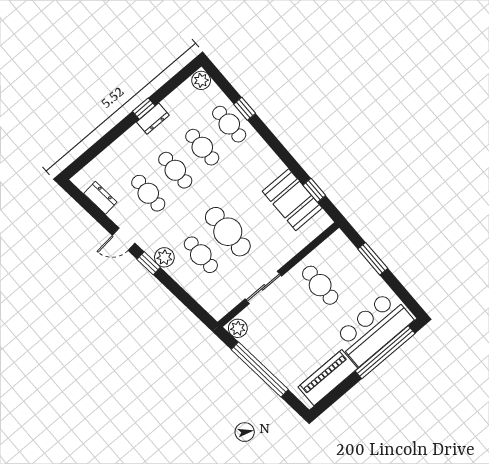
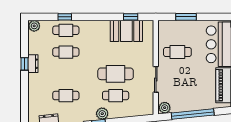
cafe table: (175, 170) -> (66, 74), removed

